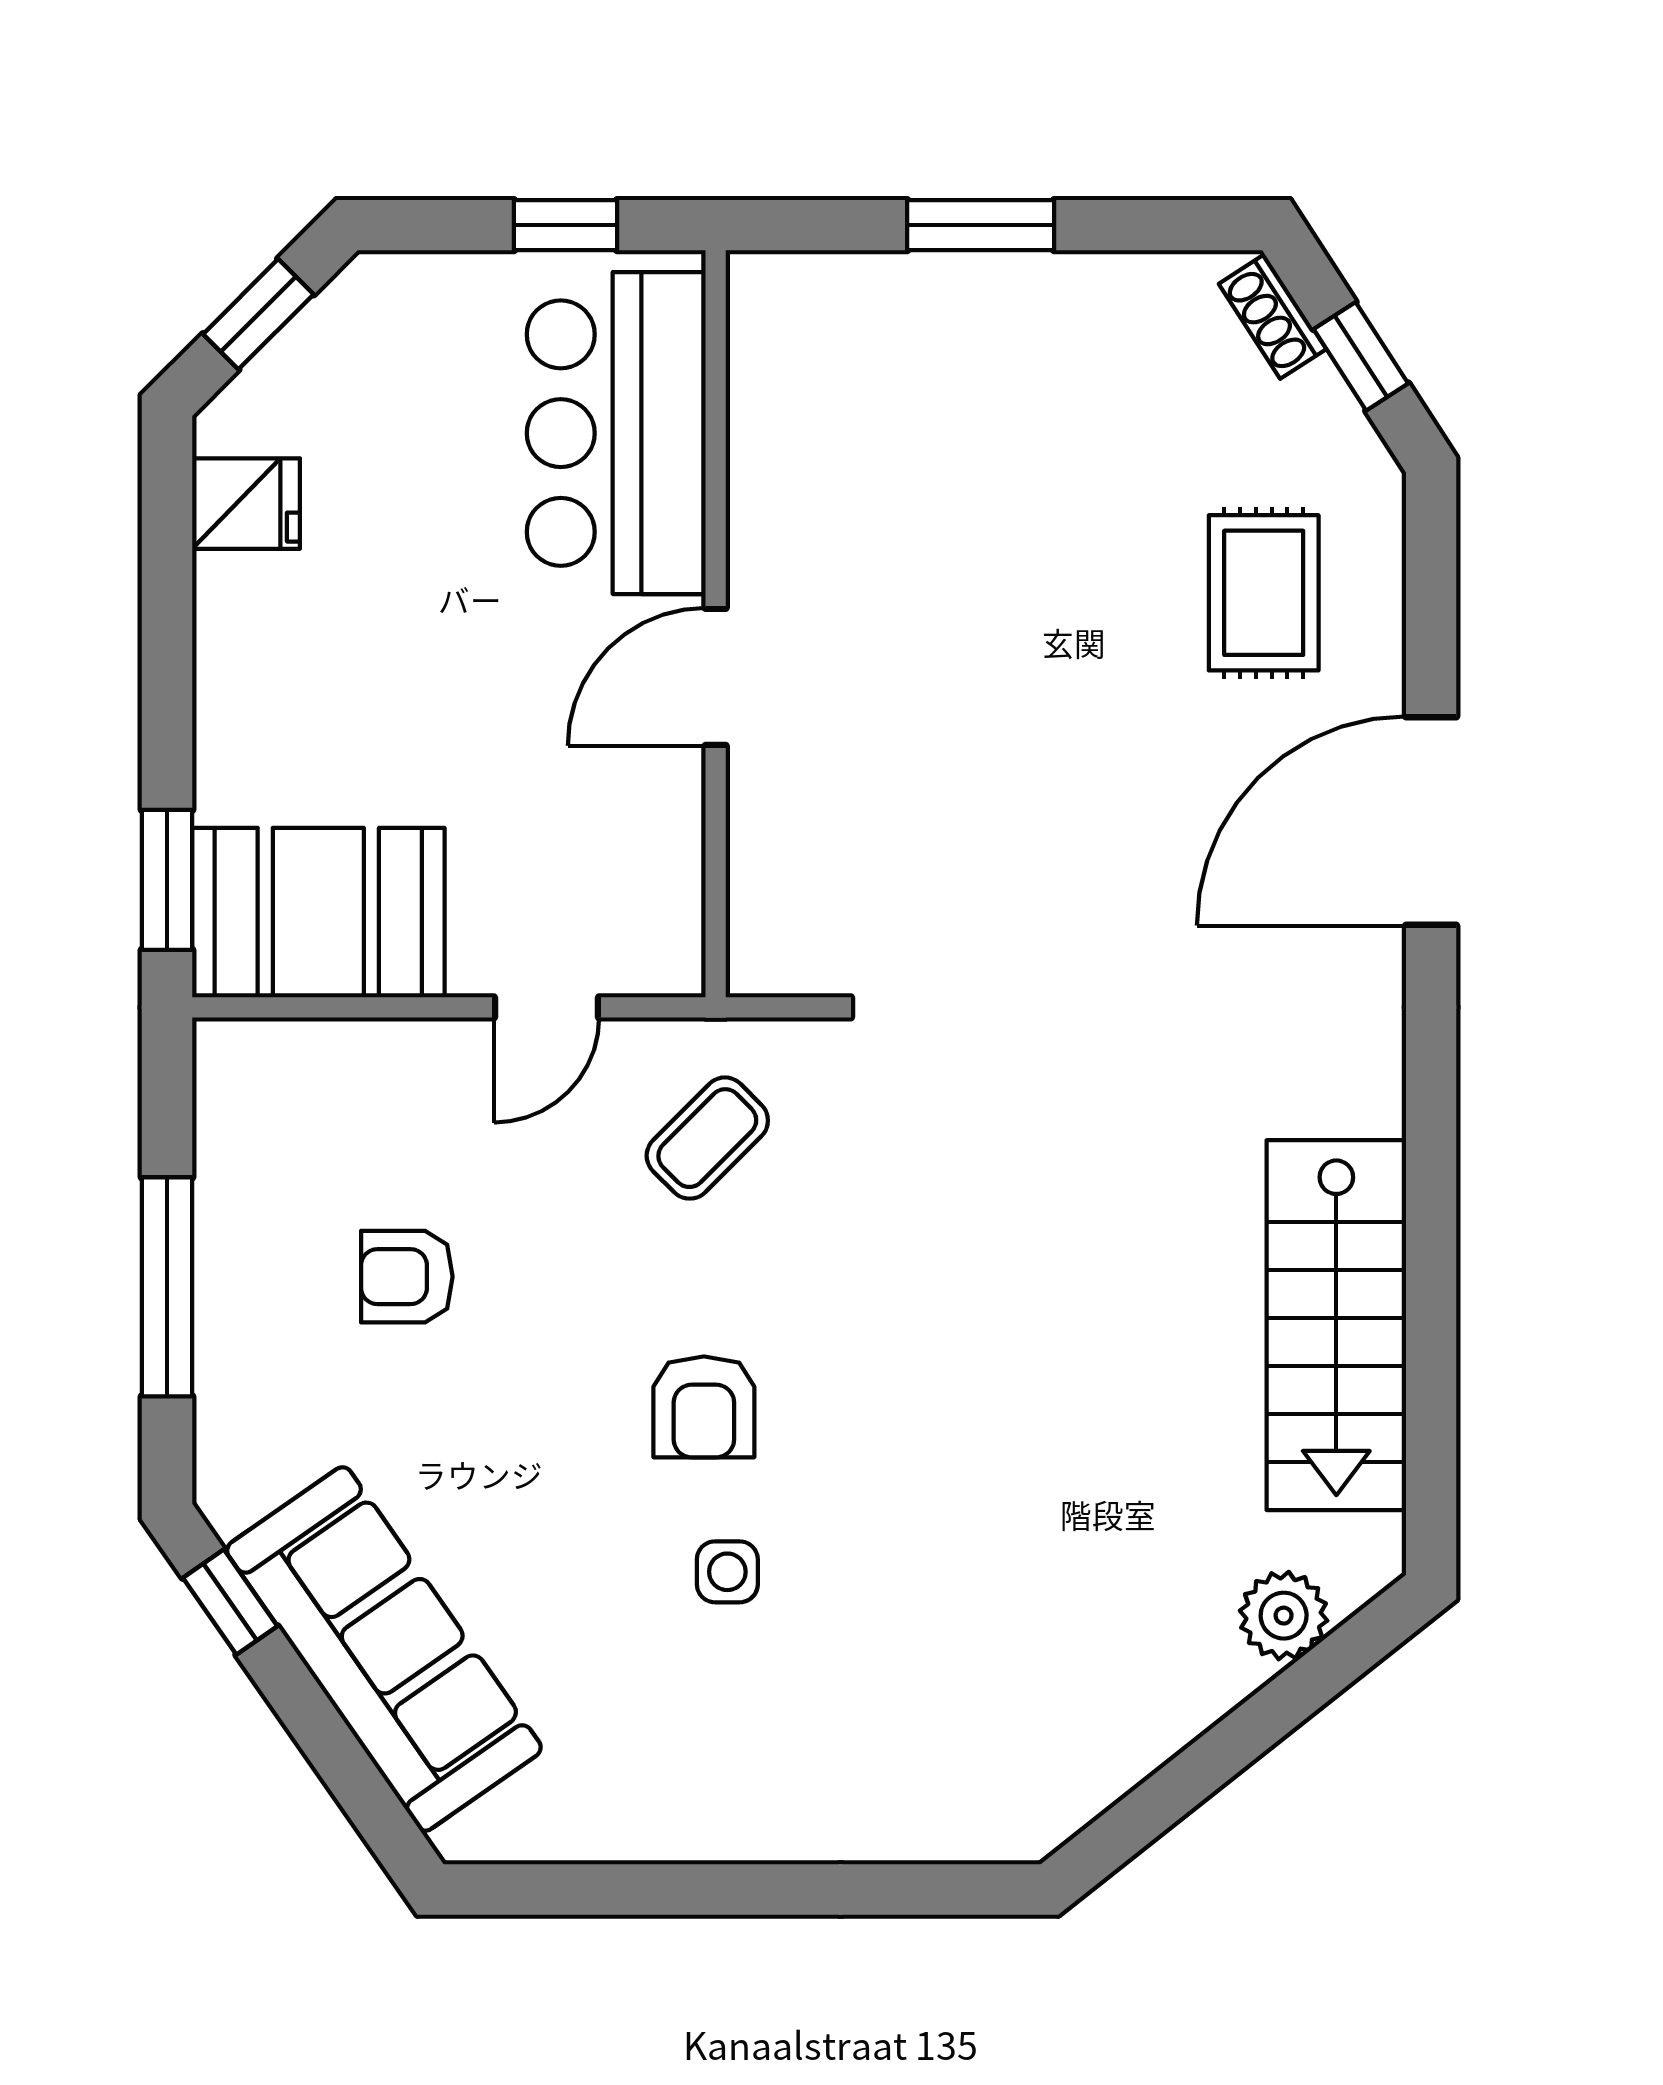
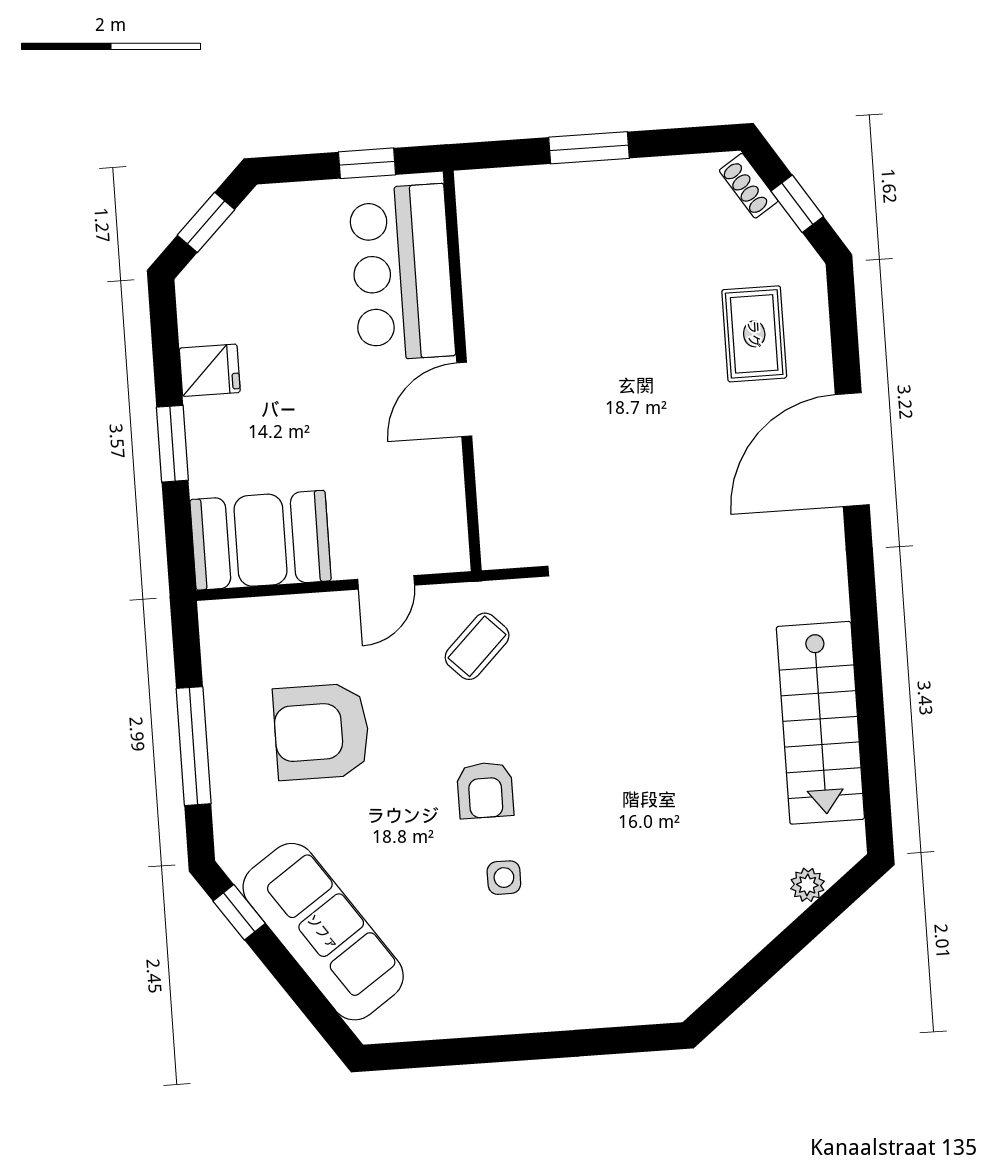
fridge: (246, 504) -> (210, 370), moved
window: (167, 880) -> (172, 444), moved
armchair: (407, 1277) -> (321, 732), width x1.88, depth x1.88
plant: (1284, 1616) -> (807, 885), width x0.73, depth x0.73

